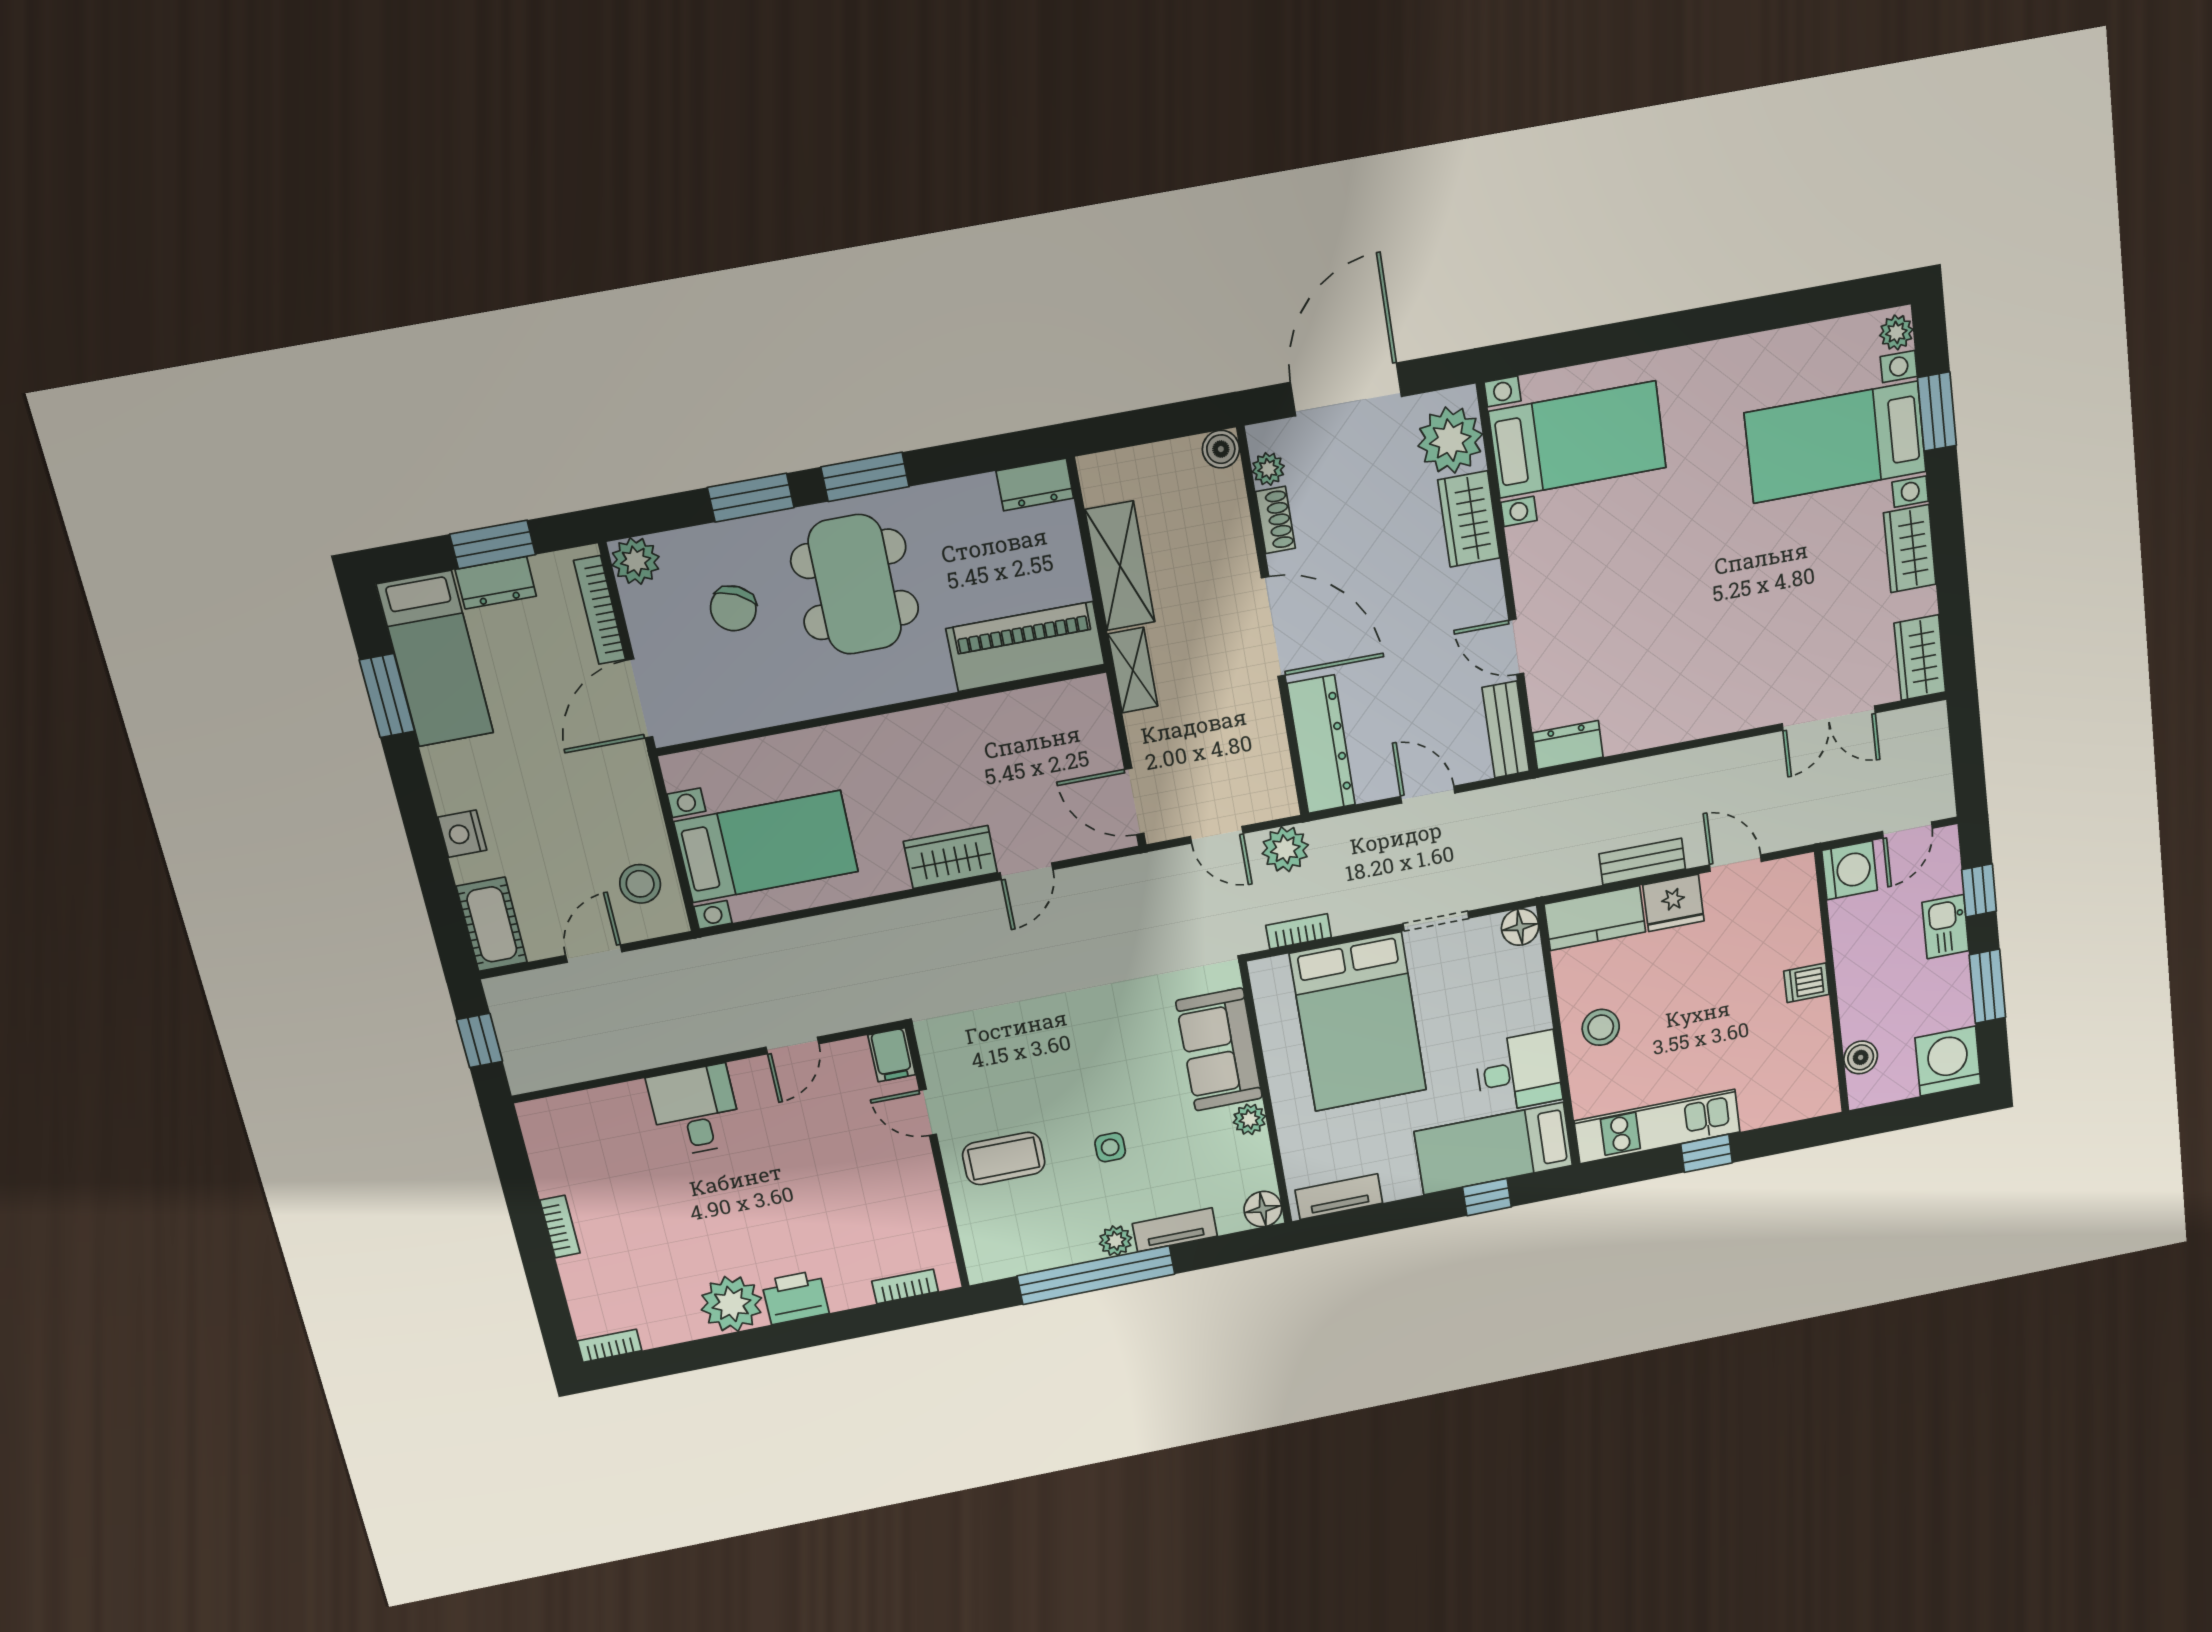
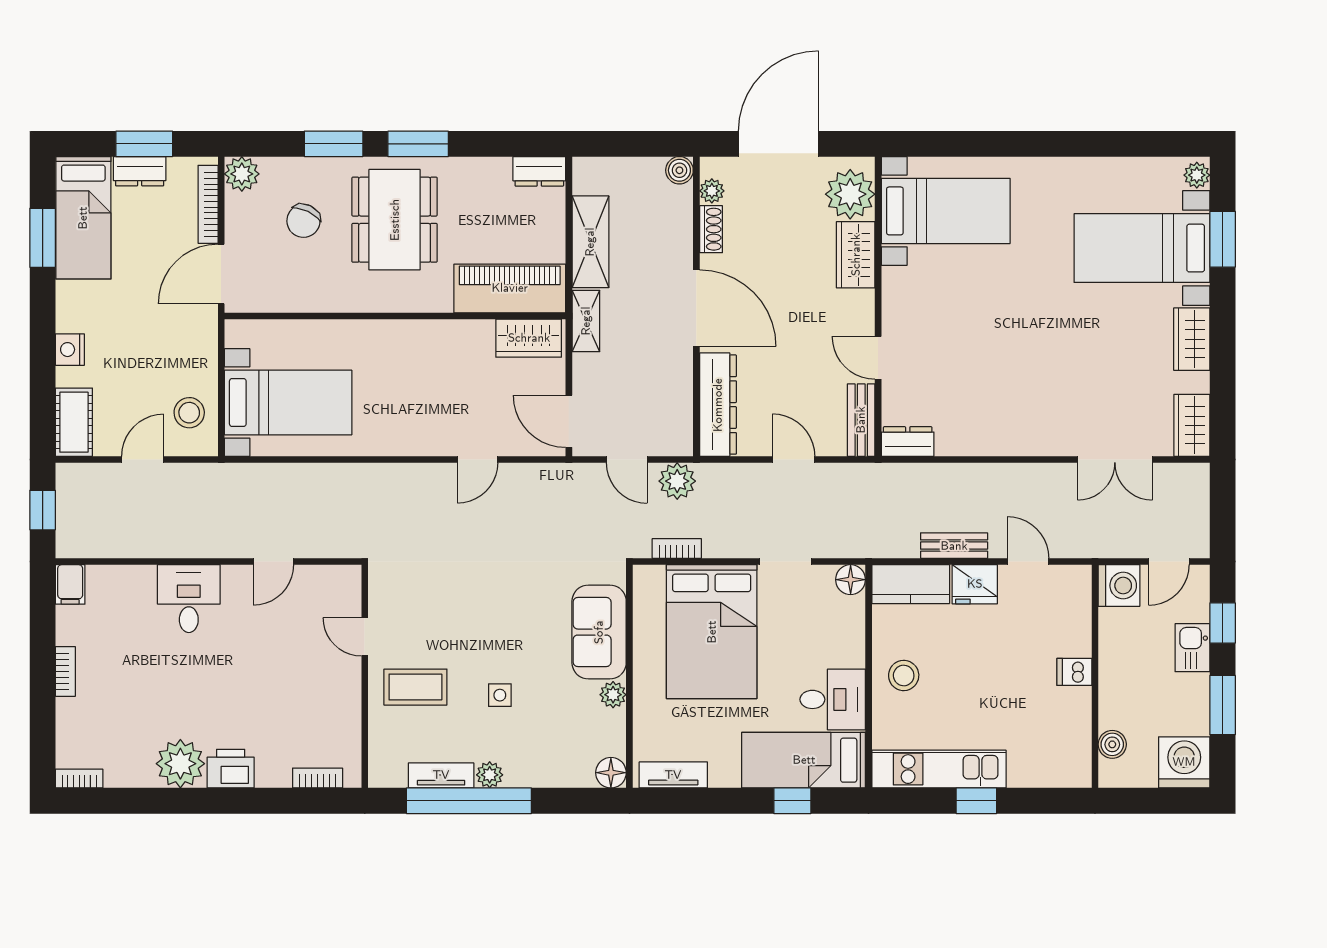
wardrobe: (950, 857) -> (529, 338), moved, turned 180
filing cabinet: (892, 1055) -> (70, 584), moved
tv unit: (1175, 1230) -> (441, 775), moved

